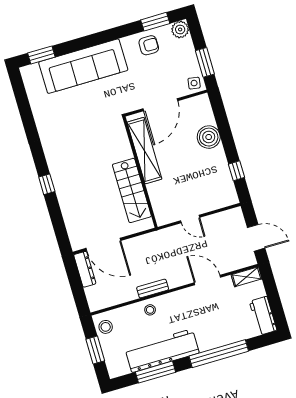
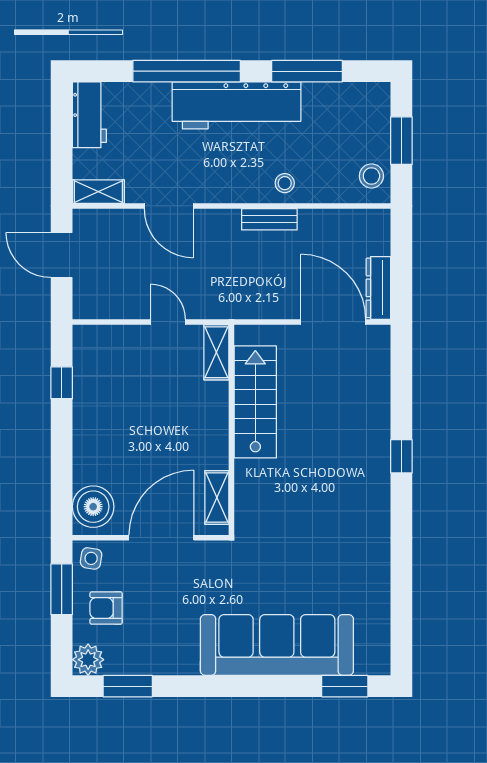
armchair: (149, 45) -> (106, 608), moved
boiler: (209, 137) -> (93, 507), moved
shelving: (144, 151) -> (217, 497), width x0.45, depth x0.75
shelving: (160, 211) -> (216, 352), added
workbench: (162, 351) -> (236, 105), moved

